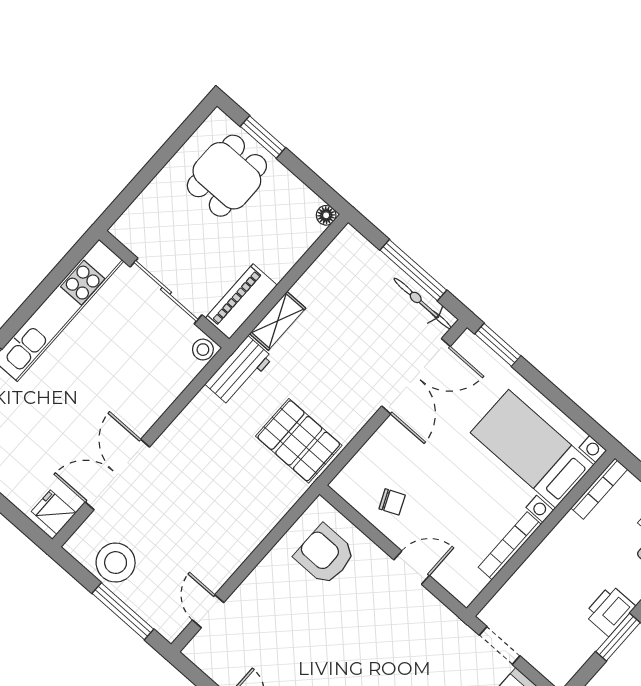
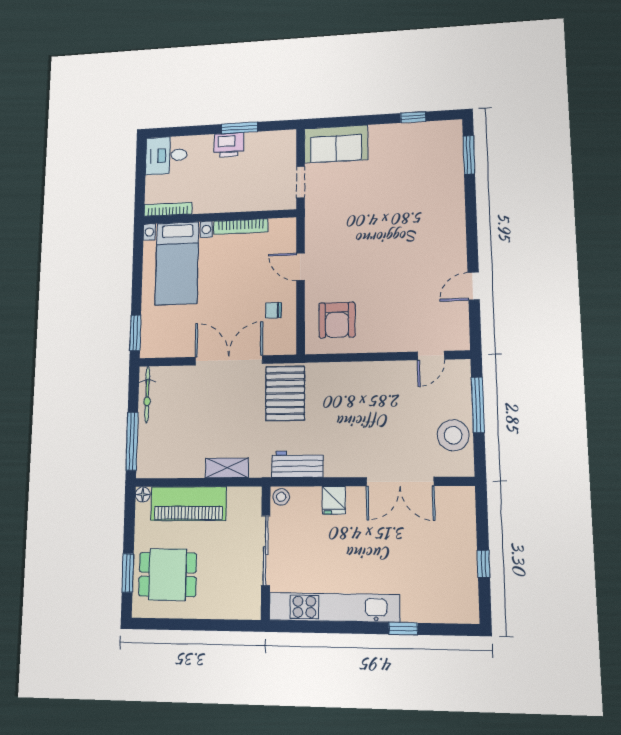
window: (413, 270) -> (132, 441), moved
piano: (241, 302) -> (188, 504), moved, width x1.37, depth x1.33
workbench: (239, 371) -> (297, 464), moved
double door: (416, 376) -> (229, 360), moved
chair: (392, 502) -> (273, 310), turned -66
fridge: (54, 512) -> (334, 500), moved

